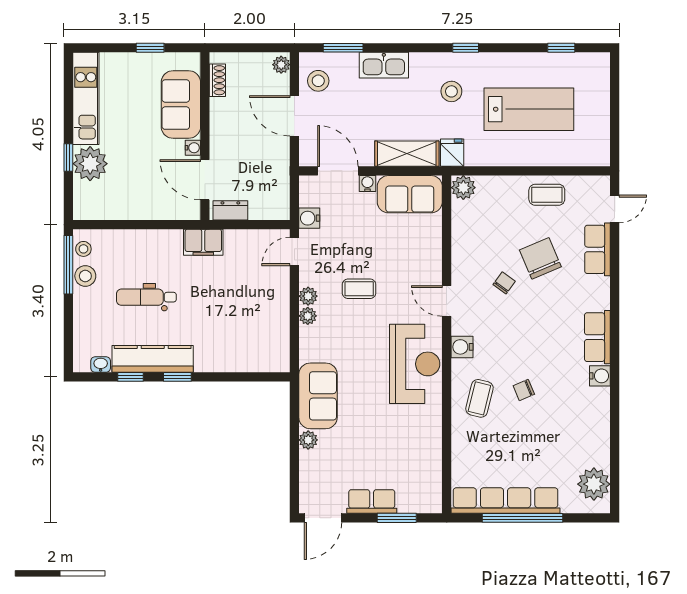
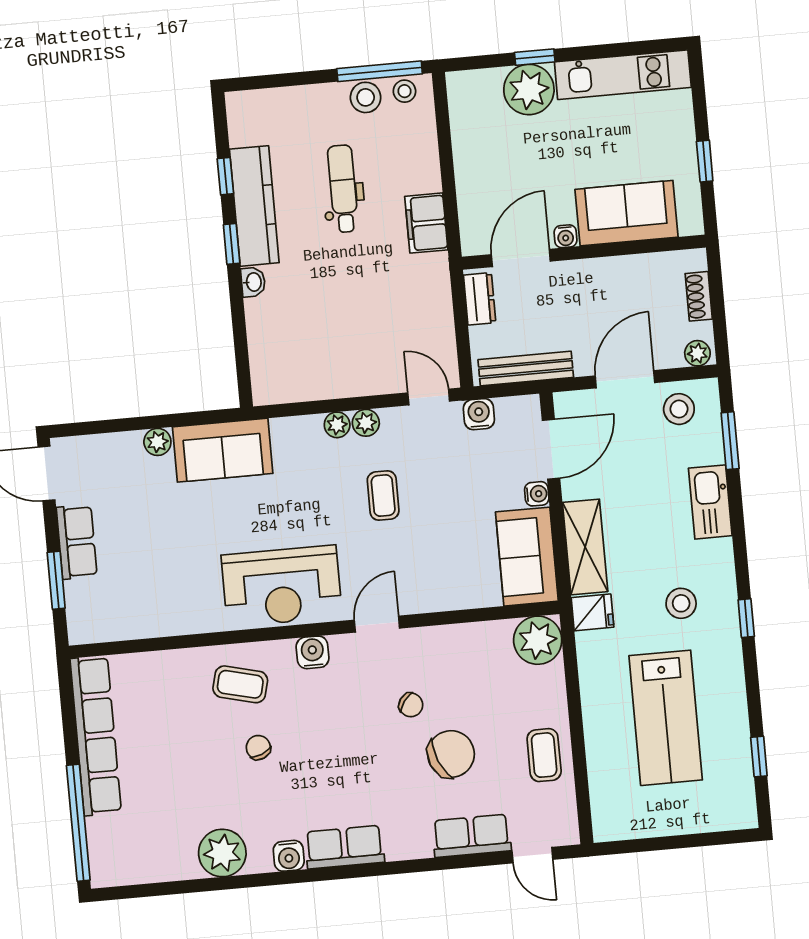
shoe rack: (217, 80) -> (699, 296), moved, turned 90
bench: (281, 183) -> (526, 369), added
plant: (463, 188) -> (538, 640), width x1.36, depth x1.36
filing cabinet: (203, 242) -> (426, 223), moved
washbasin: (101, 364) -> (253, 282), moved
plant: (594, 484) -> (222, 853), moved
window: (522, 518) -> (78, 823), moved

